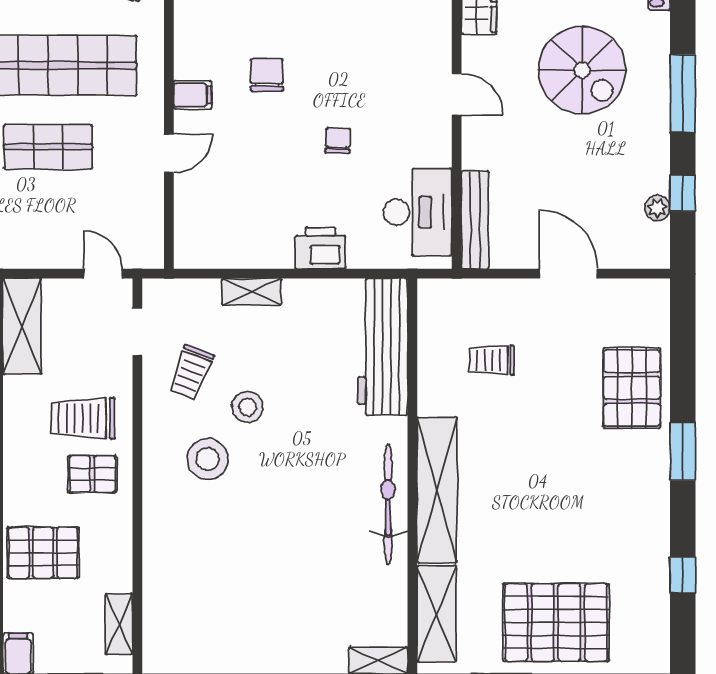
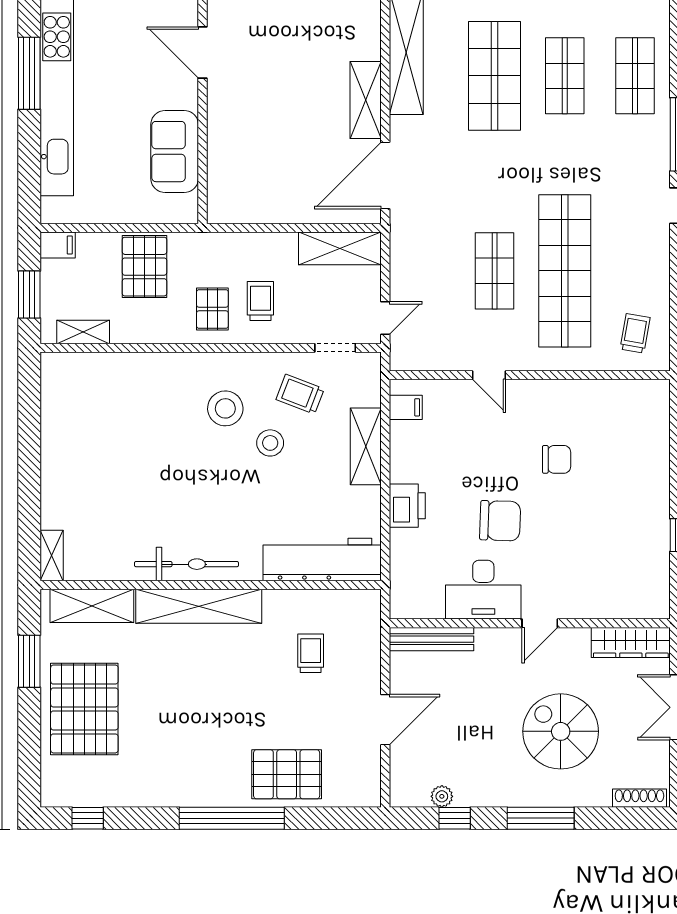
spiral stairs: (582, 70) -> (561, 731), turned 90
filing cabinet: (193, 95) -> (406, 407), moved, turned -90
chair: (338, 140) -> (500, 521), width x1.87, depth x1.87
desk: (418, 212) -> (483, 590), moved
shelving: (252, 292) -> (366, 446), width x1.50, depth x1.33
trolley: (83, 418) -> (260, 301), width x0.73, depth x0.72
window: (683, 451) -> (232, 818), width x2.11
window: (683, 575) -> (88, 818), moved

